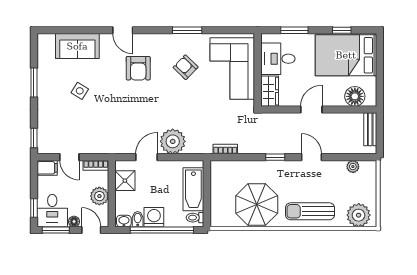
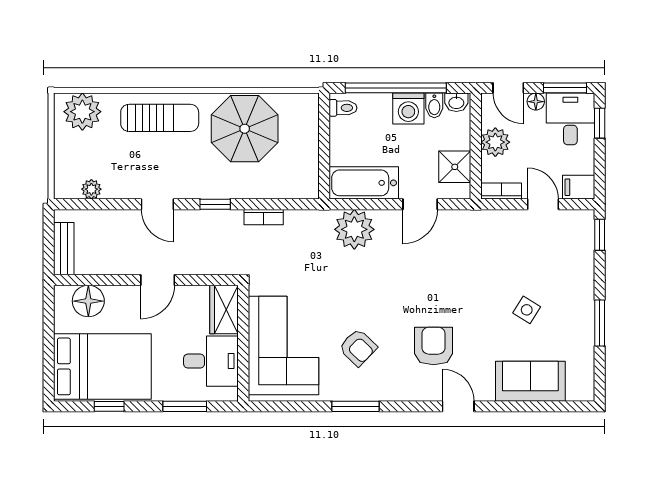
plant: (173, 141) -> (354, 229), moved
bookcase: (225, 149) -> (264, 217), moved
bathtub: (193, 189) -> (364, 183), moved, turned -90

